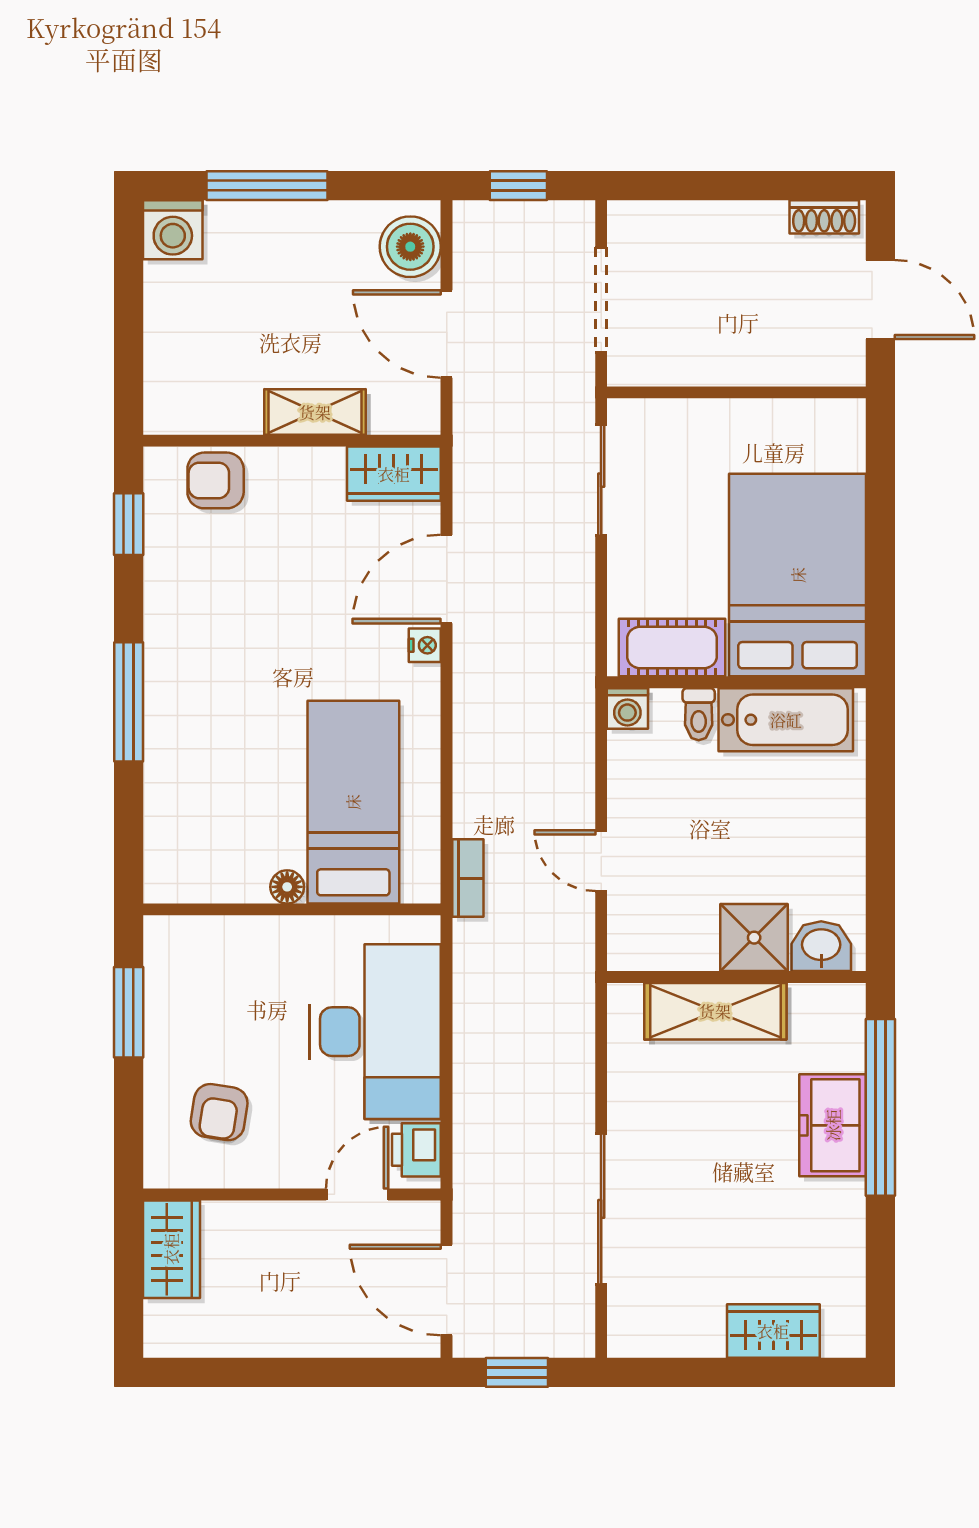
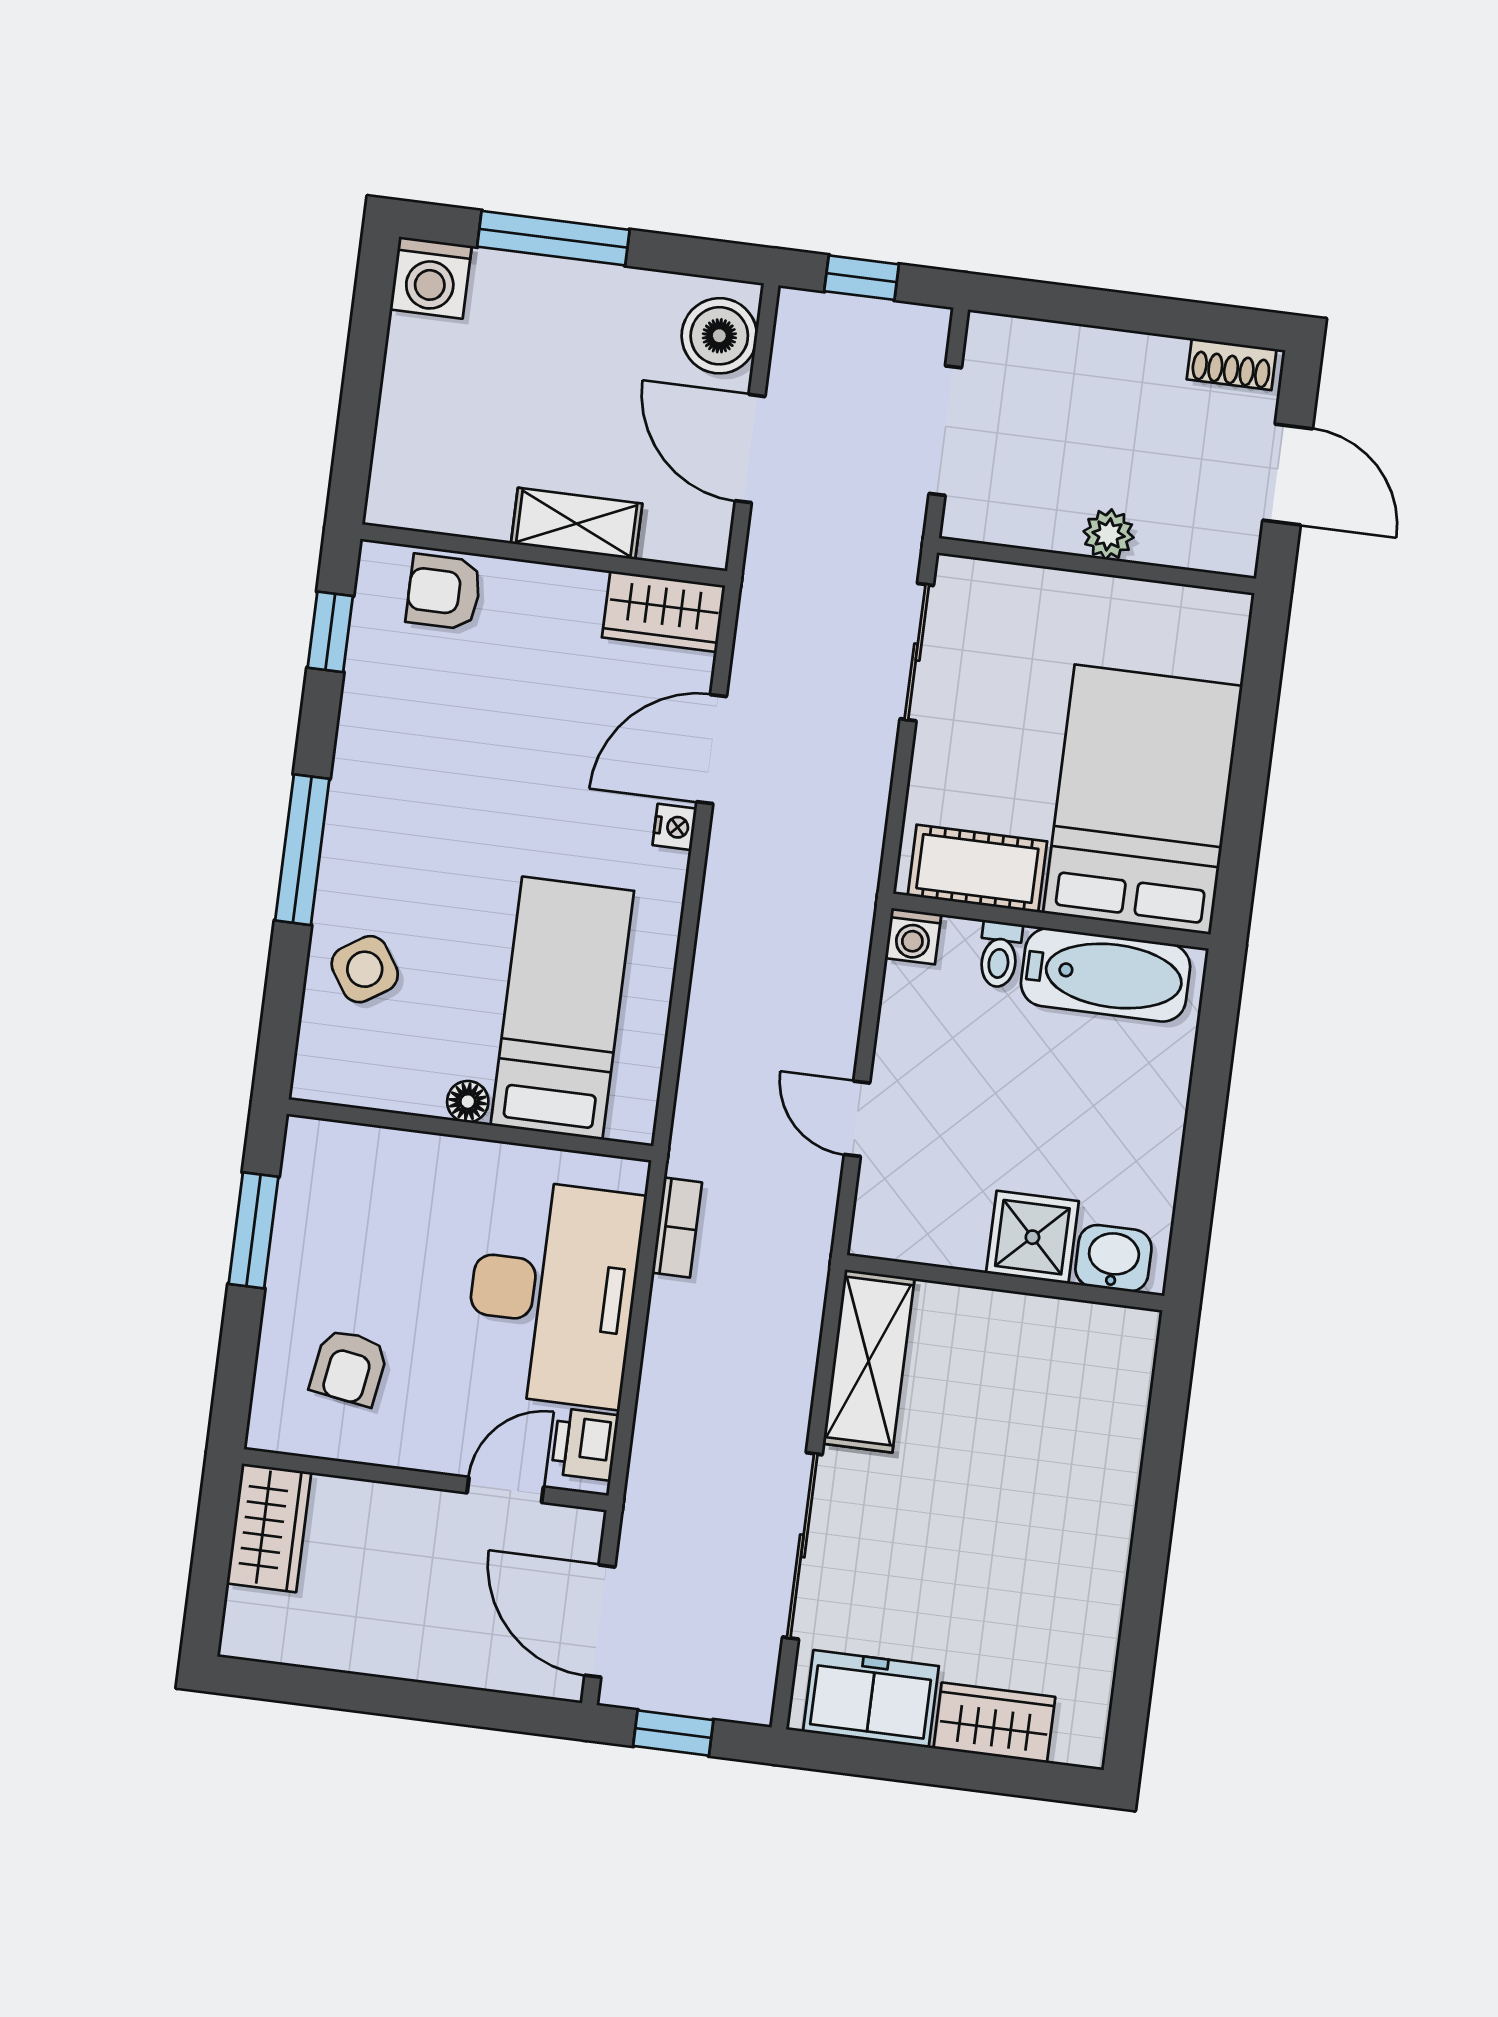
plant: (743, 366) -> (1109, 534), added
side table: (191, 791) -> (365, 969), added
bookcase: (468, 878) -> (677, 1228), moved
shelving: (715, 1011) -> (869, 1361), moved, turned 90
window: (880, 1107) -> (1161, 1465), removed
freezer: (833, 1125) -> (871, 1699), moved, turned 90

